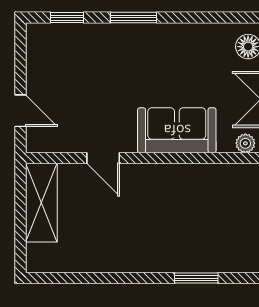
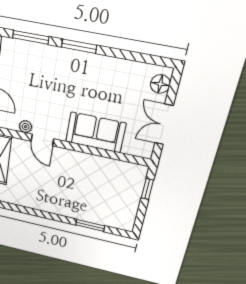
window: (67, 18) -> (31, 37), width x1.50
plant: (245, 143) -> (26, 127), moved

